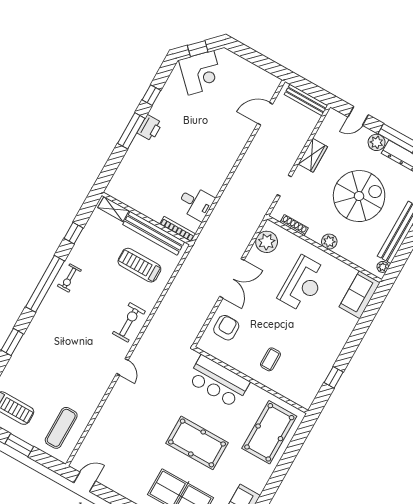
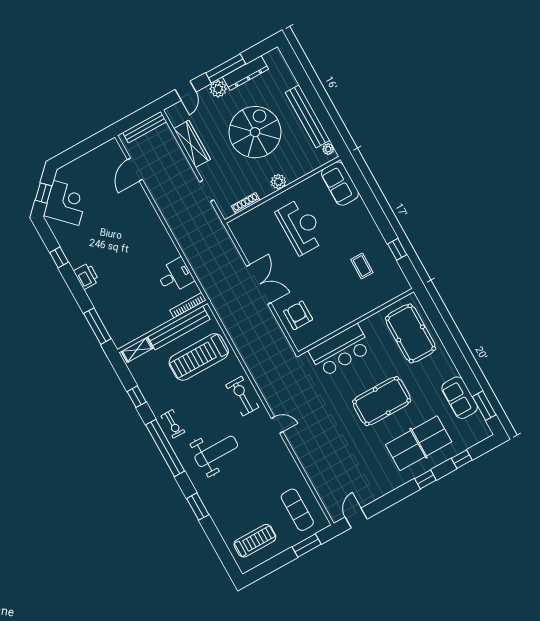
window: (131, 131) -> (97, 326), moved
wardrobe: (313, 155) -> (192, 144), width x1.50
plant: (267, 242) -> (246, 236), removed
treadmill: (139, 265) -> (199, 357), width x1.37, depth x1.38
weight bench: (69, 329) -> (216, 451), added
coffee table: (270, 359) -> (362, 266), moved
window: (19, 445) -> (307, 546), moved

